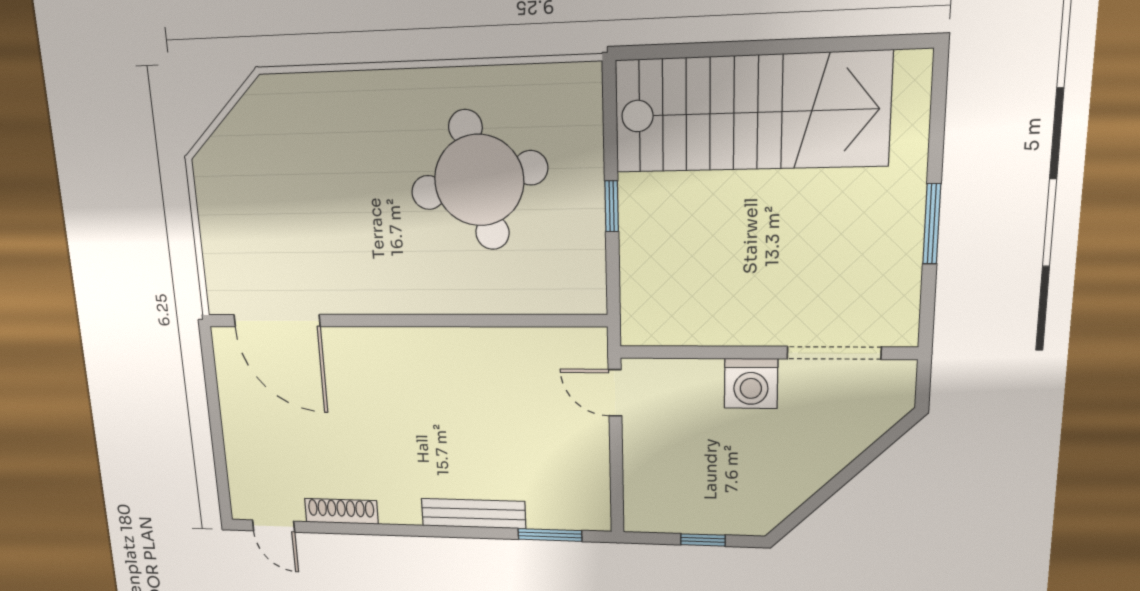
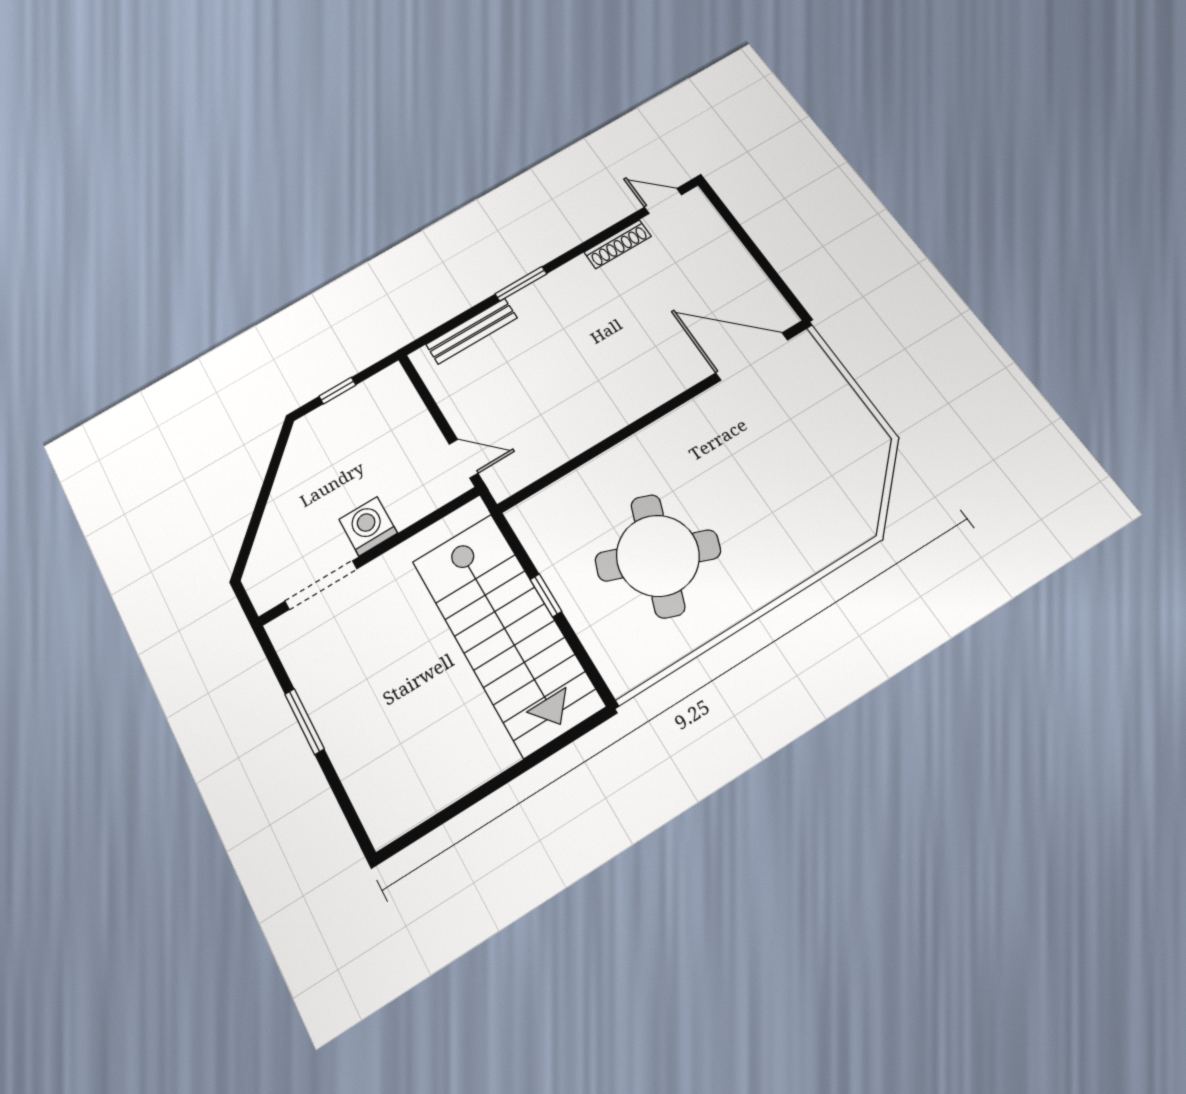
stairs: (751, 113) -> (507, 632), moved, turned -90
round table: (479, 180) -> (658, 556), turned 32
bench: (473, 514) -> (472, 331), moved
window: (550, 535) -> (521, 284), moved

